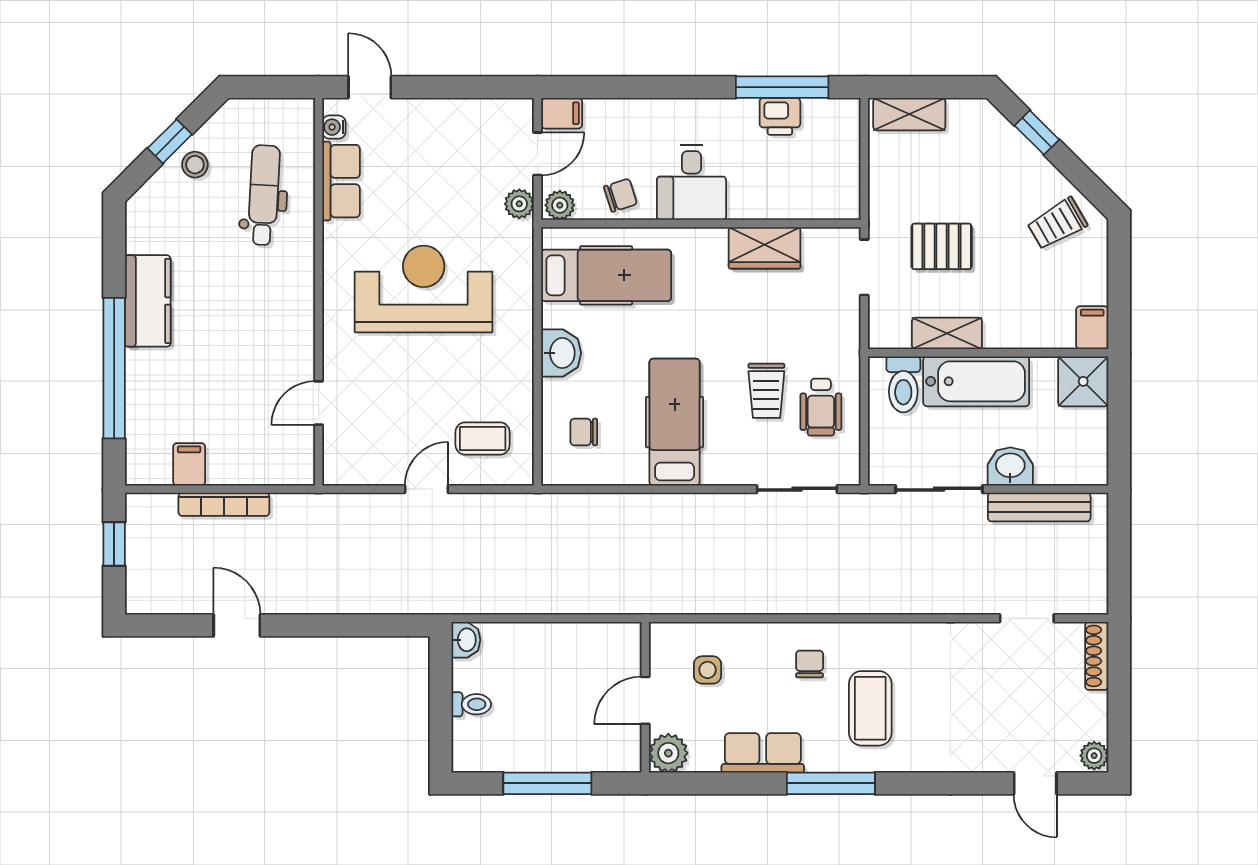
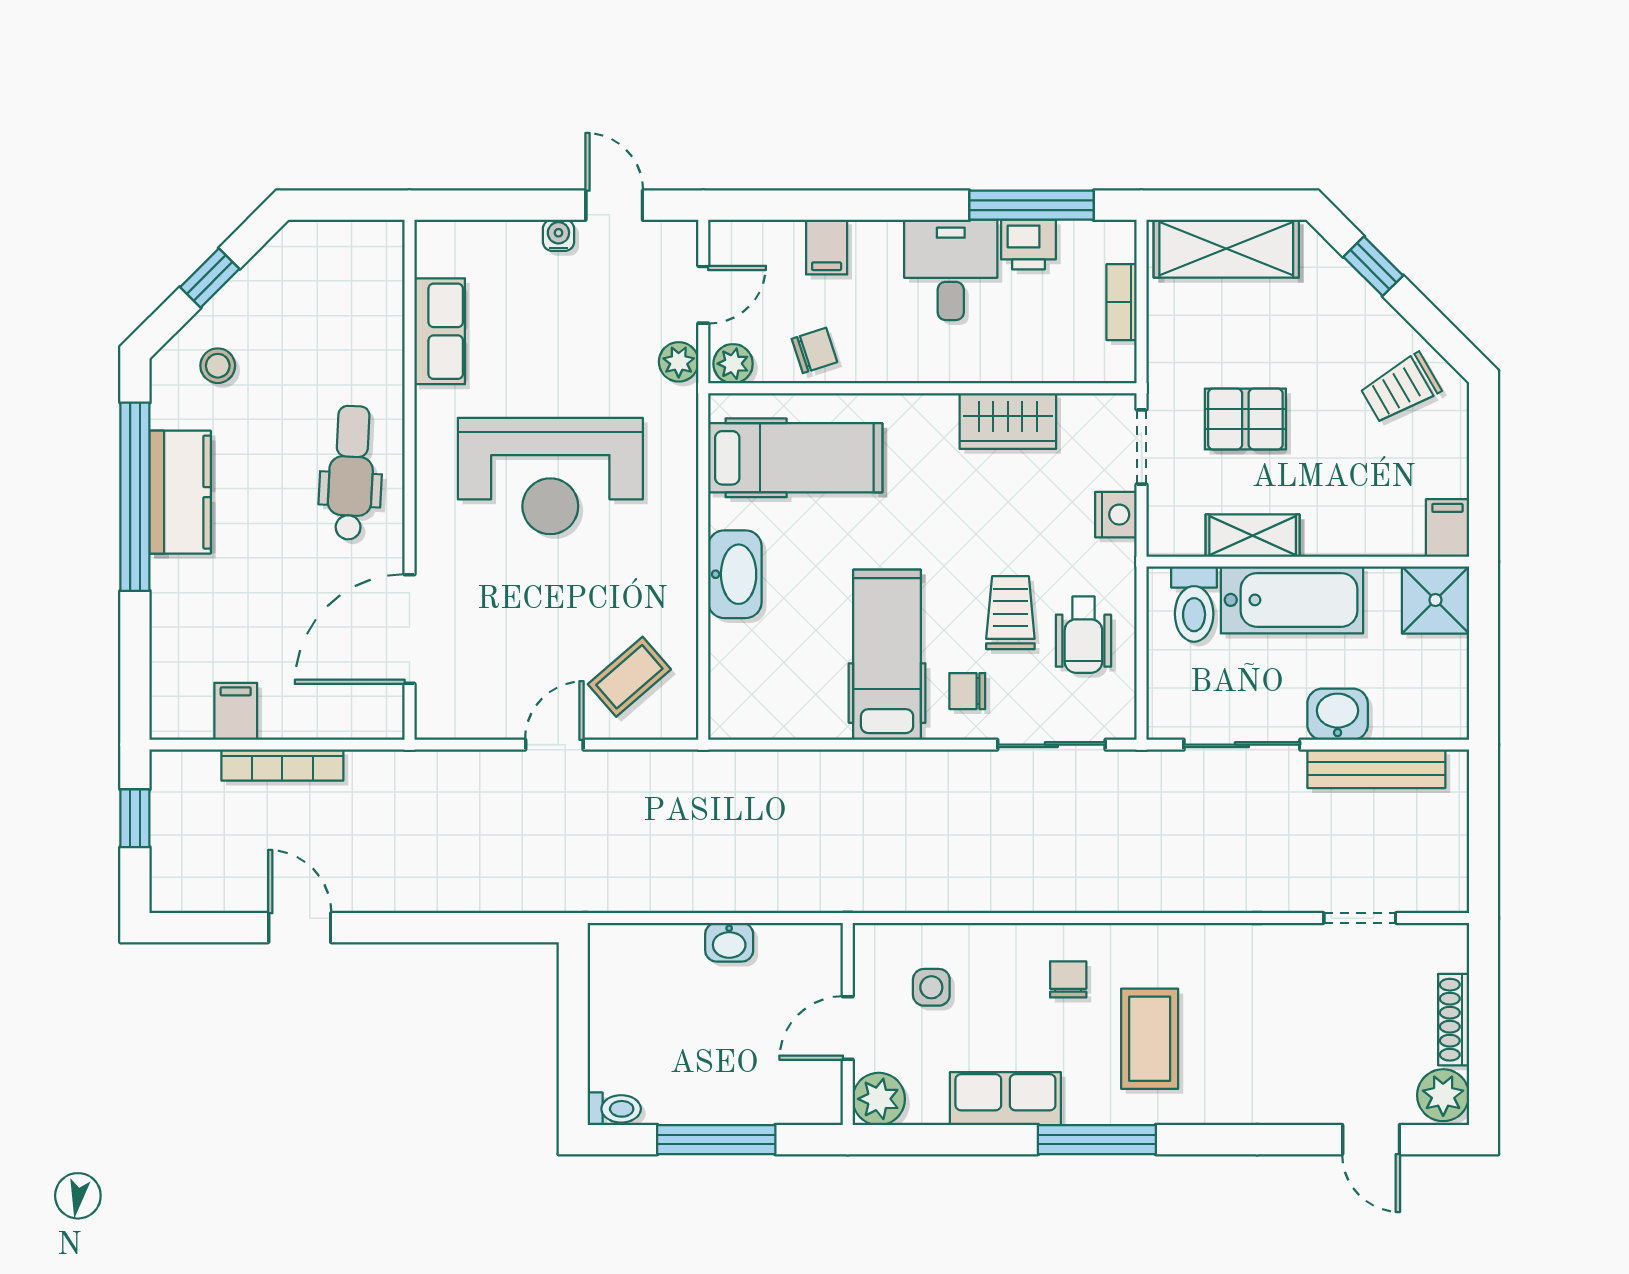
door: (370, 87) -> (614, 205), moved
filing cabinet: (562, 113) -> (827, 247), moved, turned 90
shelving: (909, 114) -> (1226, 249), width x1.50, depth x1.33
water cooler: (334, 127) -> (558, 235), moved, turned 90
bookcase: (849, 159) -> (1122, 302), added
stool: (195, 165) -> (218, 366), moved
desk: (691, 182) -> (951, 270), moved, turned 180
dental chair: (264, 195) -> (351, 473), moved
reception desk: (424, 289) -> (550, 476), turned 180
nightstand: (845, 318) -> (1116, 515), added
washbasin: (561, 353) -> (735, 574), width x1.38
window: (114, 368) -> (135, 497), moved
trolley: (766, 391) -> (1010, 613), turned 180
door: (319, 403) -> (409, 629), width x1.87
chair: (584, 432) -> (967, 691), moved
coffee table: (483, 439) -> (629, 677), turned -41
washbasin: (466, 640) -> (729, 942), moved, turned 90
shoe rack: (1097, 656) -> (1454, 1020), moved
toilet: (471, 704) -> (614, 1109), moved
plant: (1094, 756) -> (1443, 1095), width x1.38, depth x1.38

